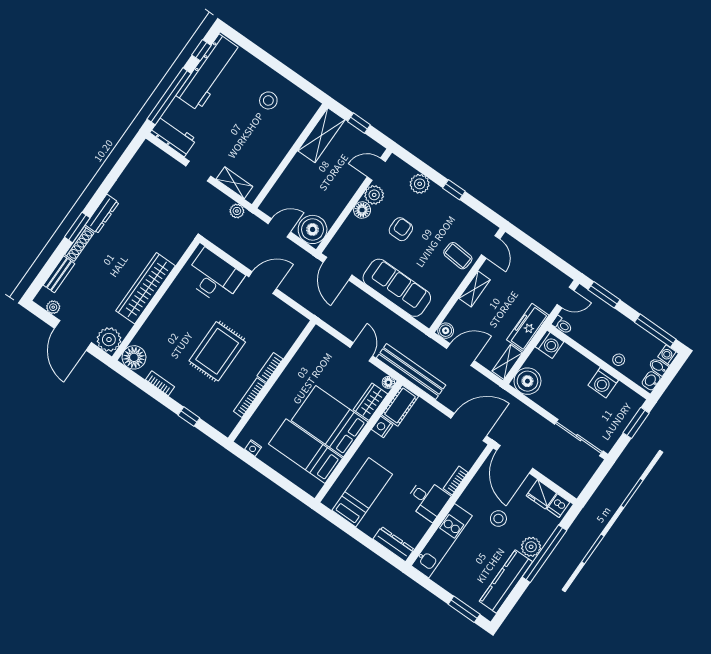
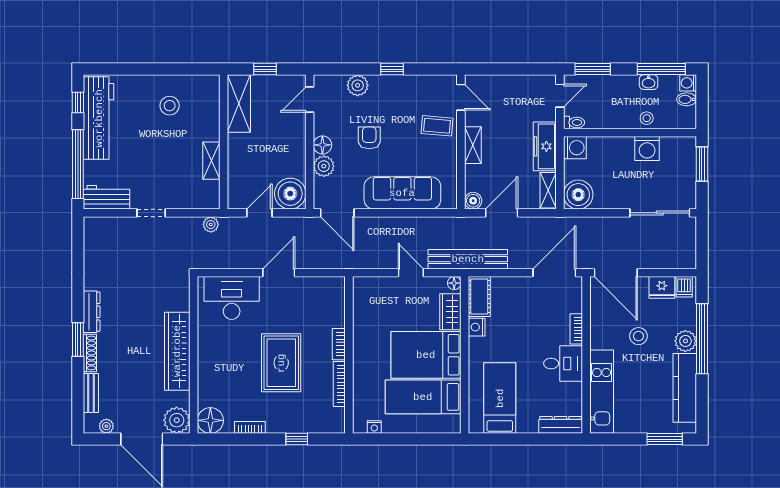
shelving: (234, 183) -> (211, 161), moved, turned 90
plant: (374, 195) -> (324, 166), moved
washbasin: (651, 381) -> (649, 82), moved, turned -90

